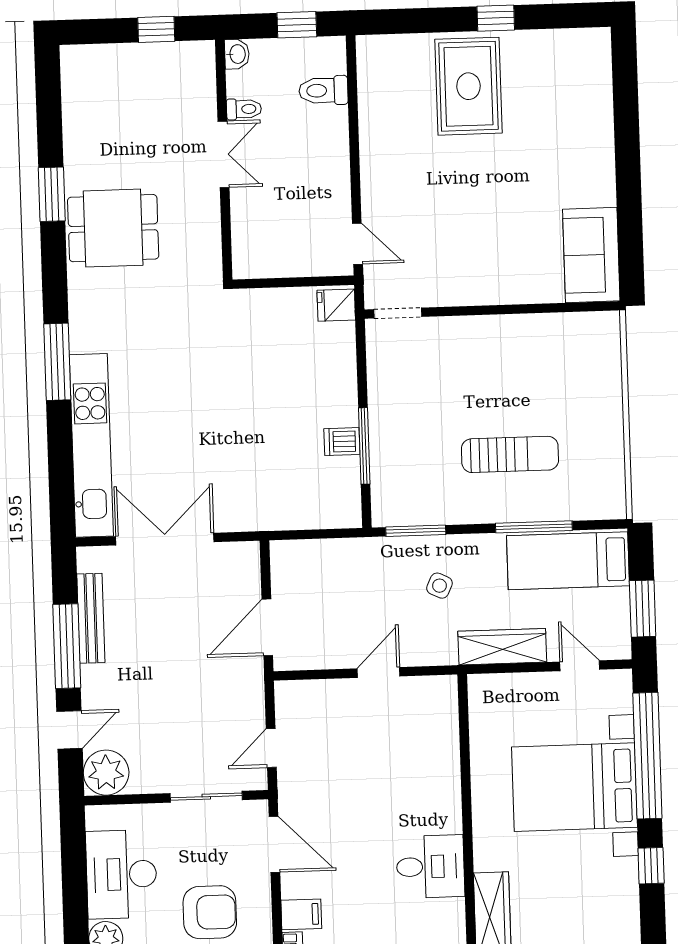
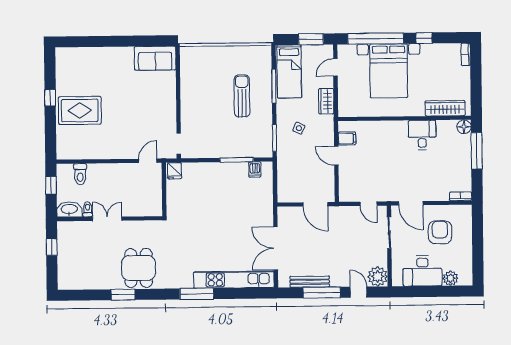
washbasin: (237, 54) -> (69, 209), width x1.91, depth x1.45
dishwasher: (342, 442) -> (255, 169), moved
wardrobe: (502, 647) -> (326, 101), width x0.67
door: (274, 844) -> (411, 203), swing flipped
filing cabinet: (301, 914) -> (347, 138), moved, turned 90

